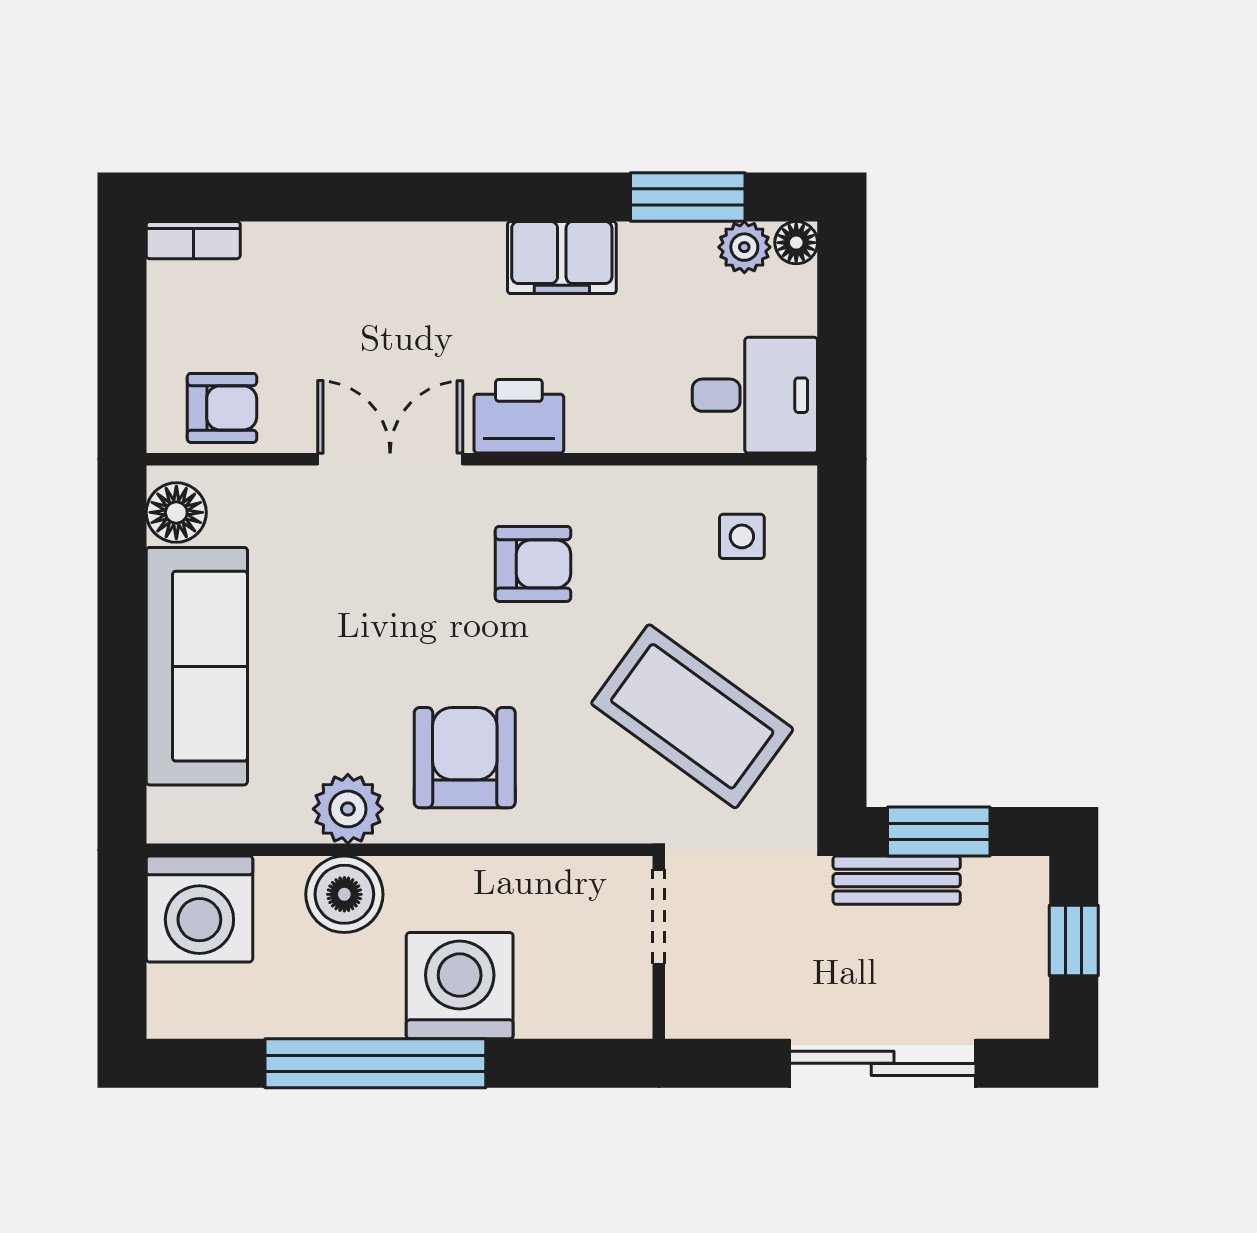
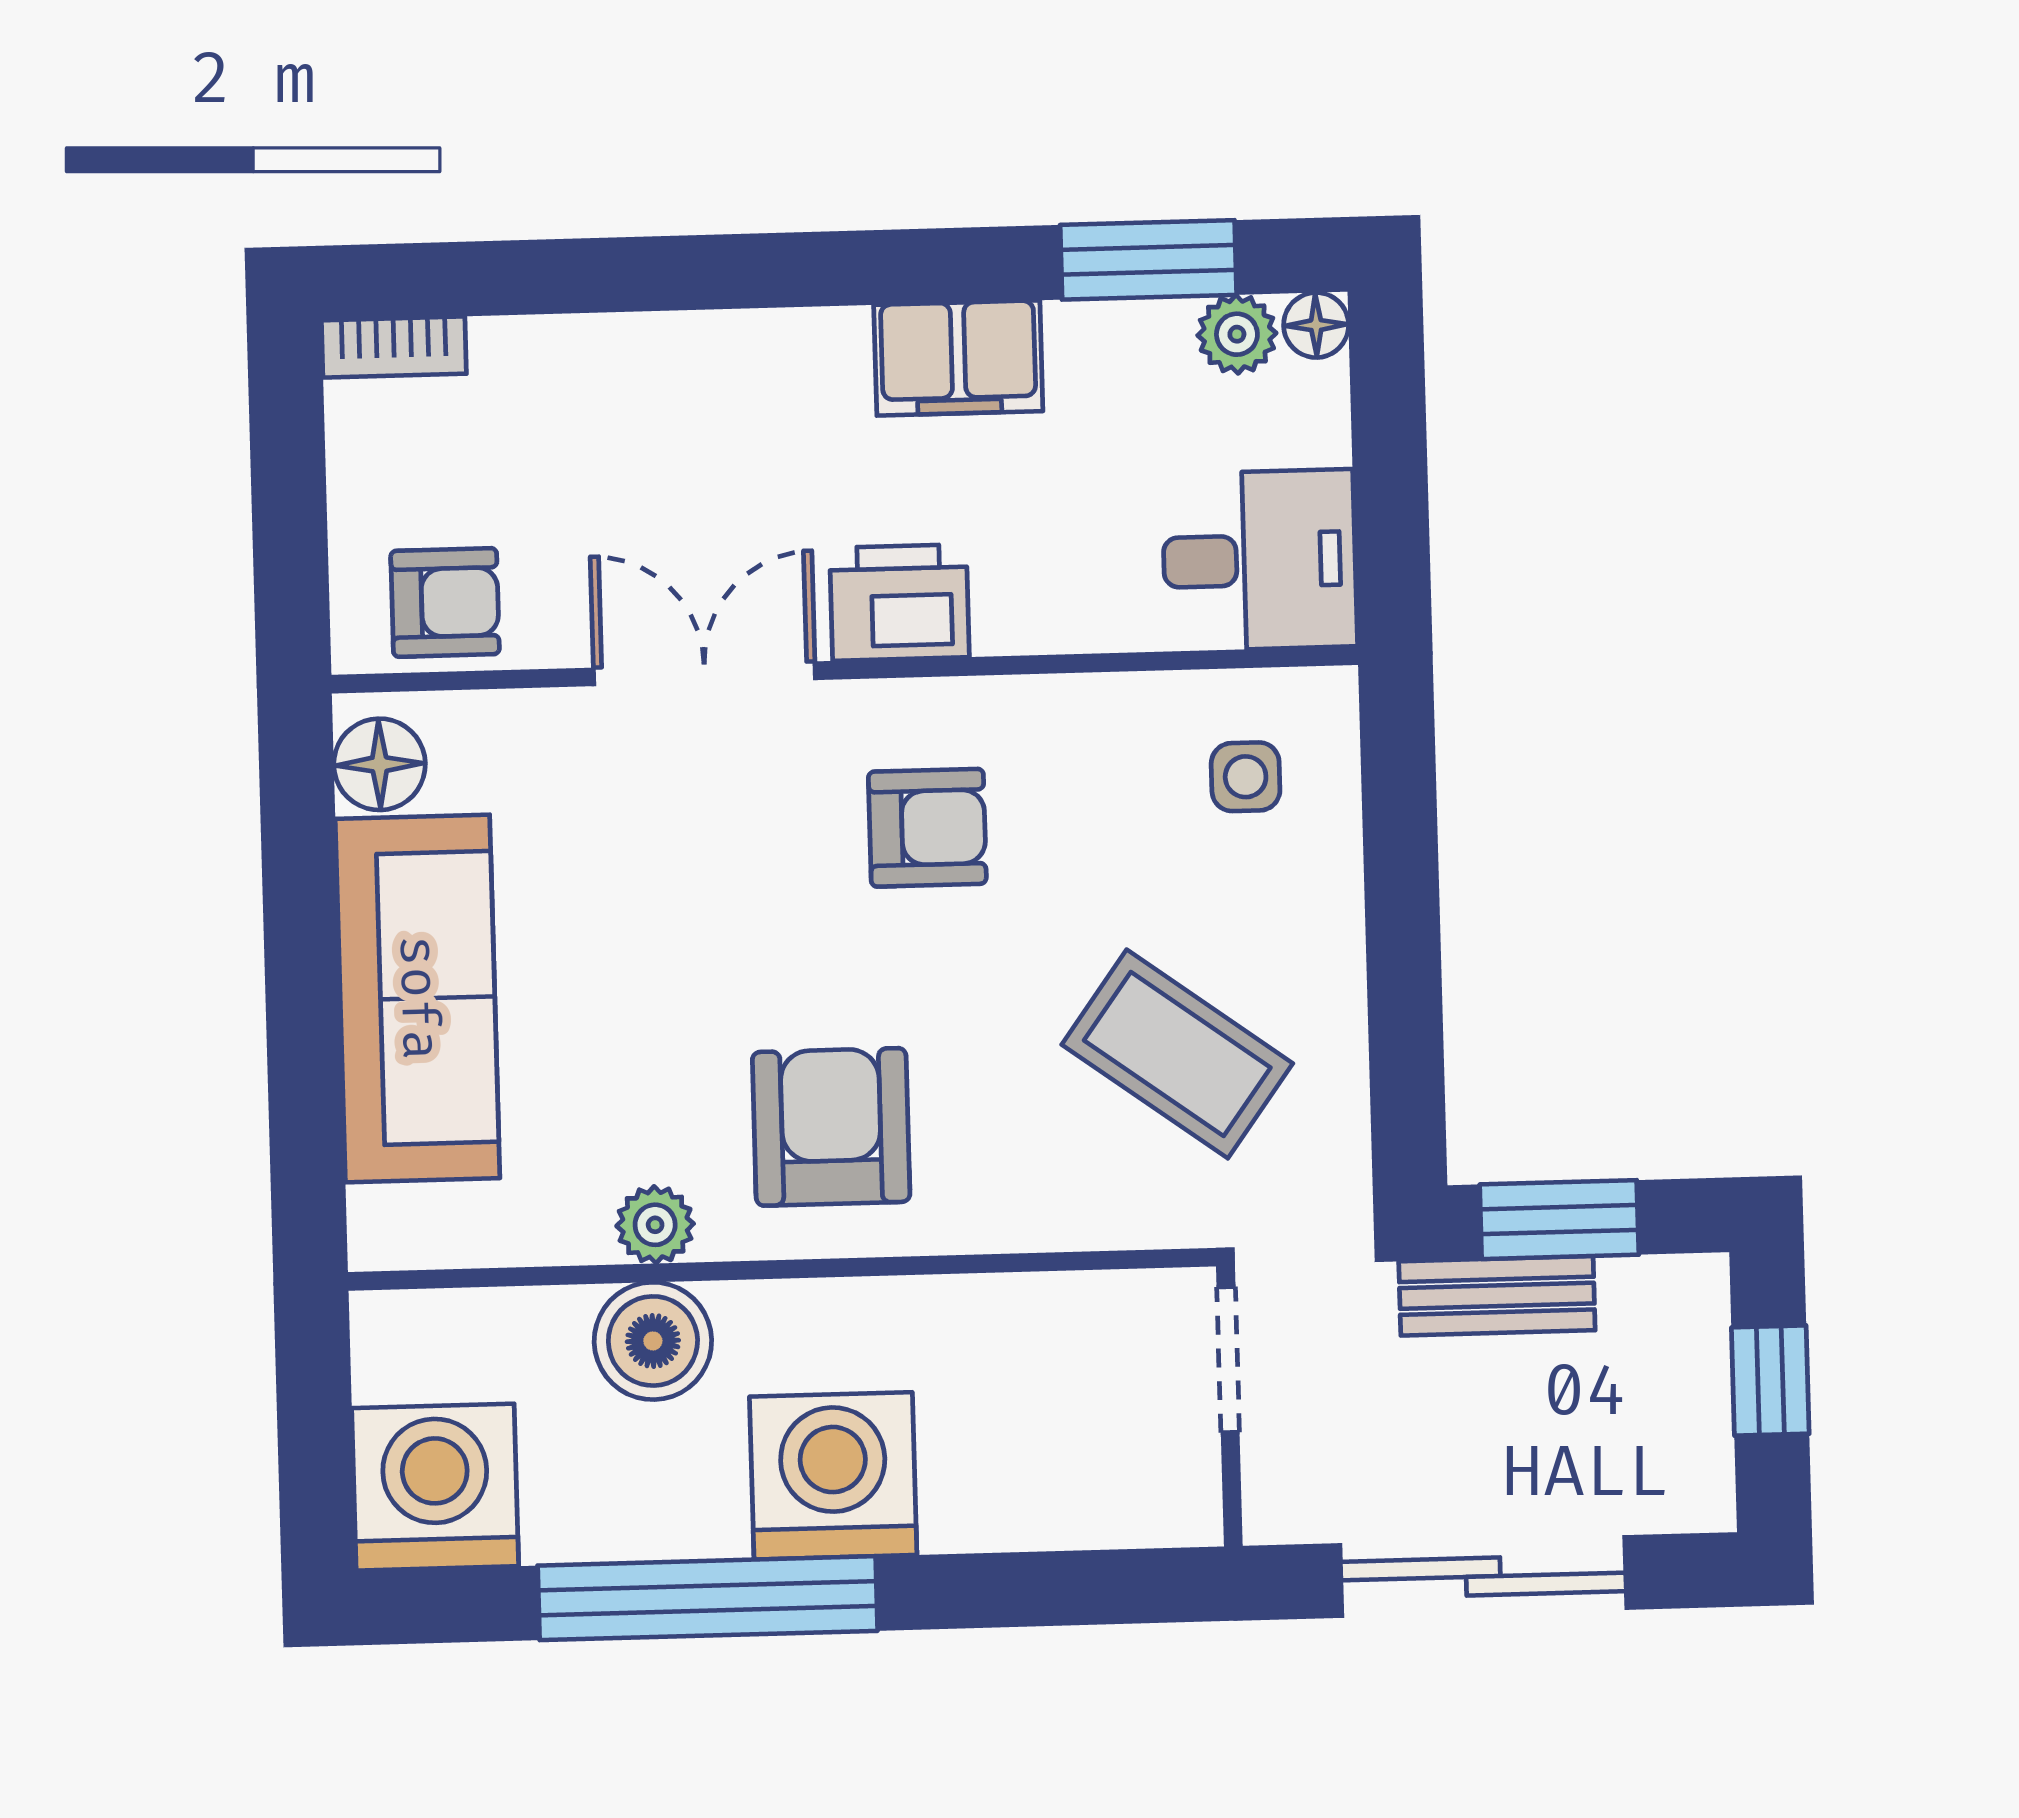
coffee table: (692, 716) -> (1177, 1054), width x0.73, depth x0.76
plant: (348, 809) -> (655, 1225), width x0.73, depth x0.73
washing machine: (199, 909) -> (435, 1487), moved, turned 180
doorway: (659, 917) -> (1228, 1360), moved
wall: (659, 947) -> (1229, 1406), moved

